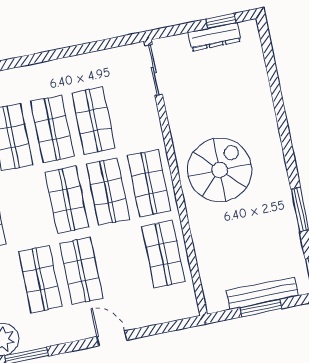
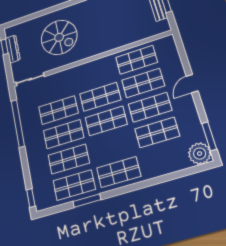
window: (79, 50) -> (18, 123), added
spiral stairs: (220, 170) -> (59, 37), moved, turned 180
shop shelf: (149, 183) -> (143, 83), moved

